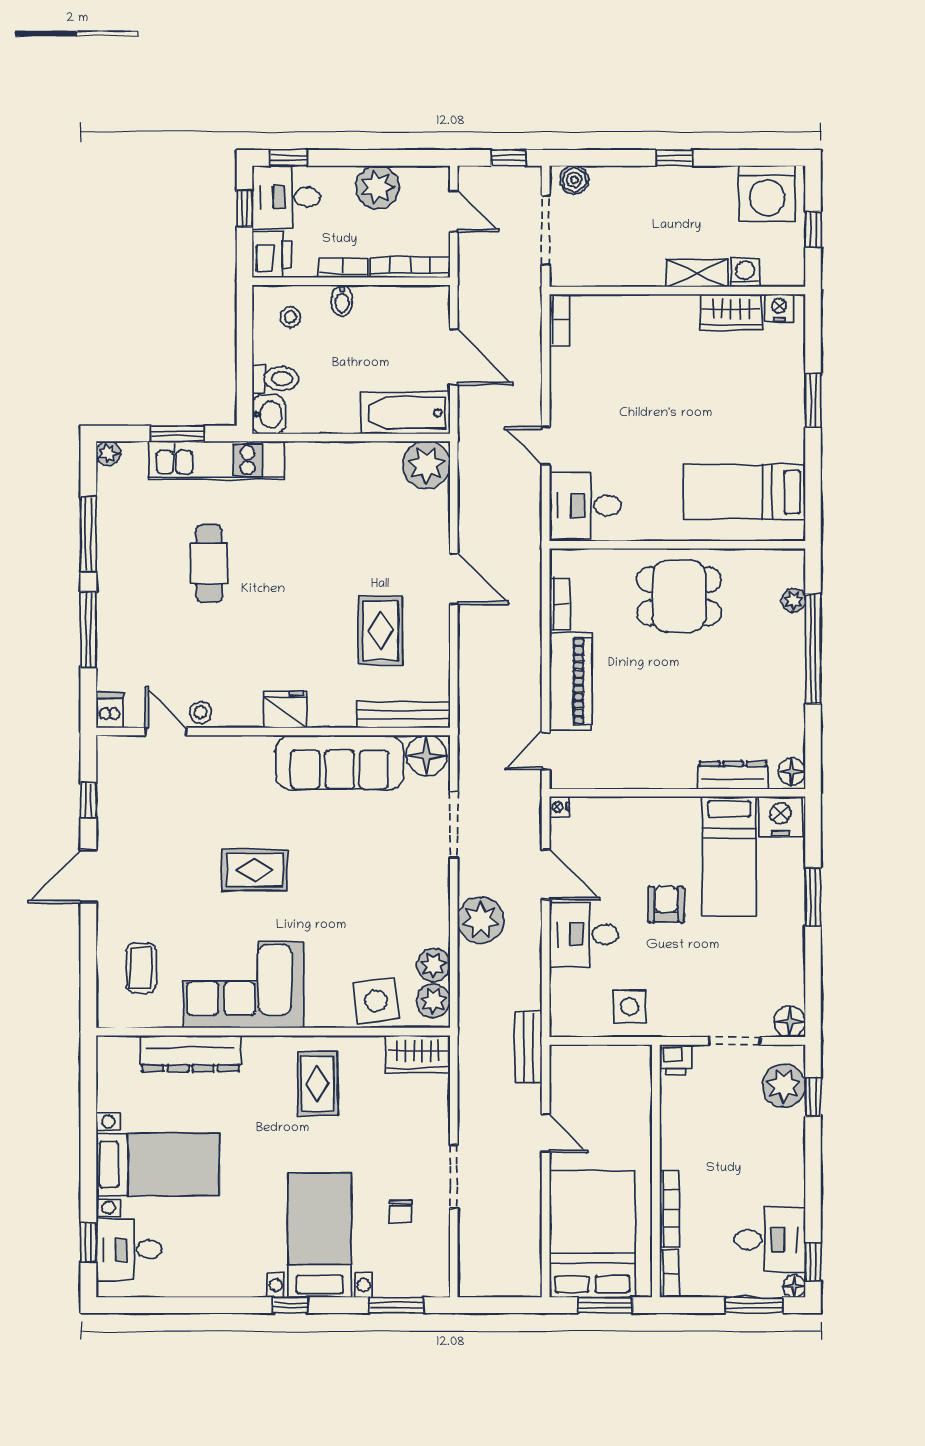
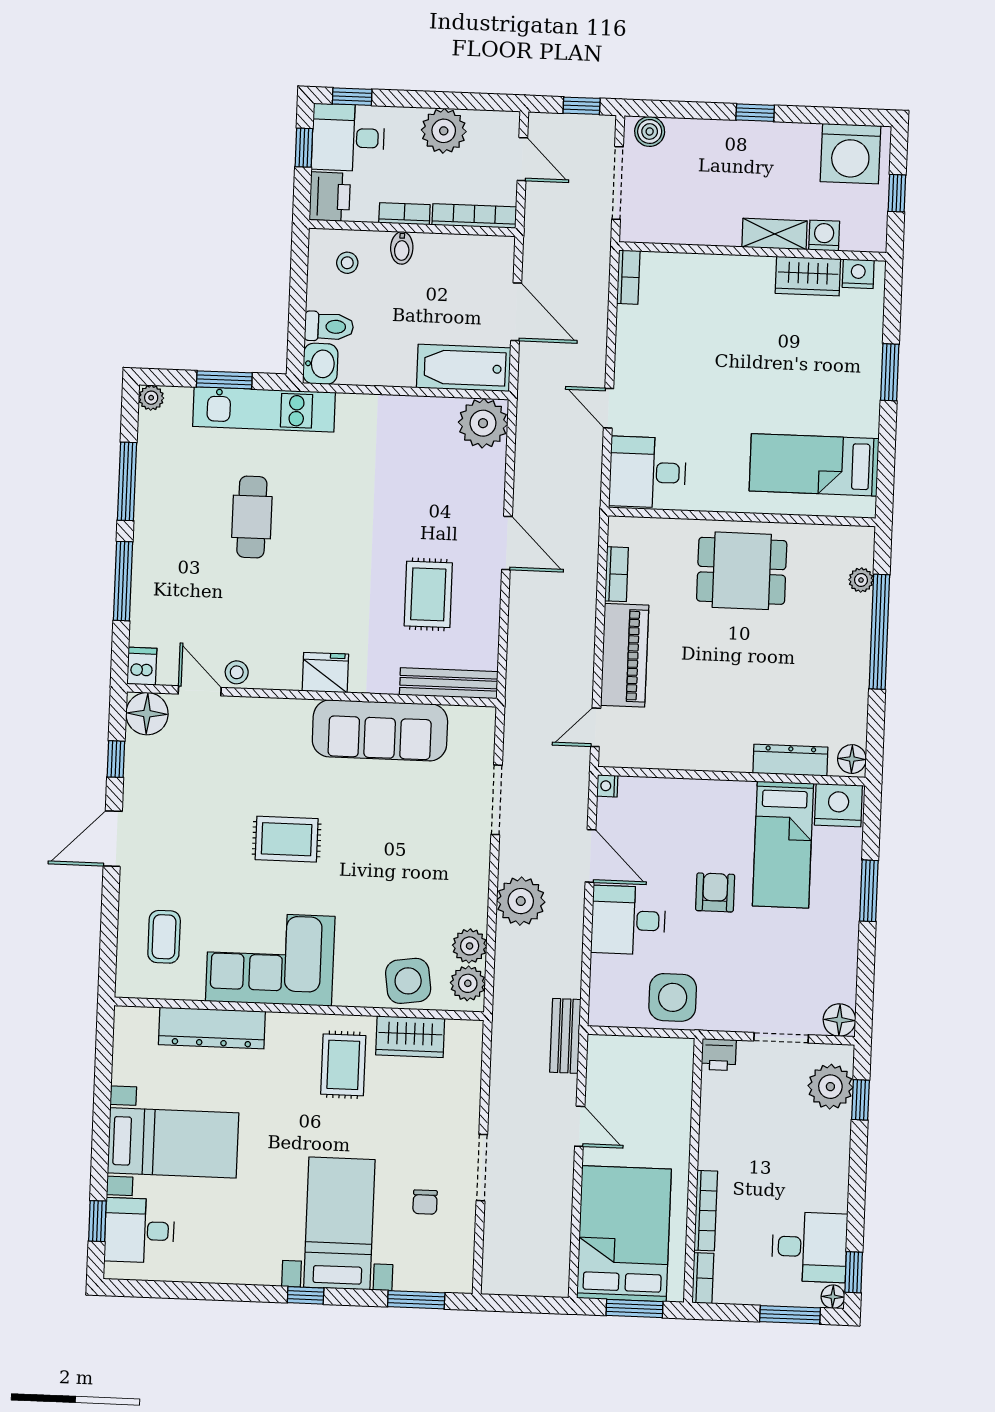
floor lamp: (427, 755) -> (147, 714), moved
side table: (630, 1006) -> (673, 997), width x1.37, depth x1.37
wardrobe: (418, 1054) -> (410, 1037), moved

